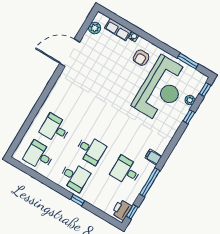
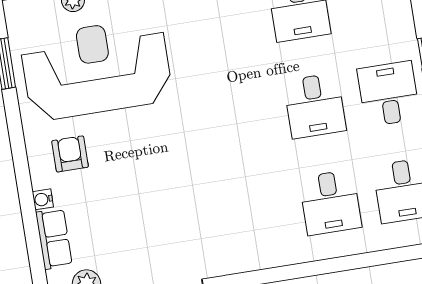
armchair: (141, 58) -> (70, 154), turned -90
desk: (91, 150) -> (315, 106), turned 180

